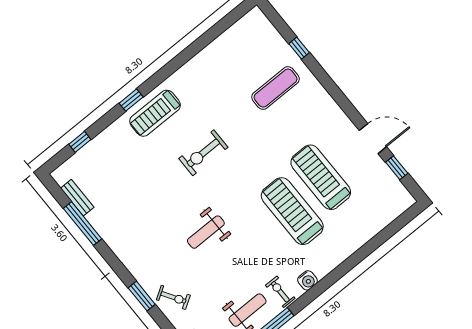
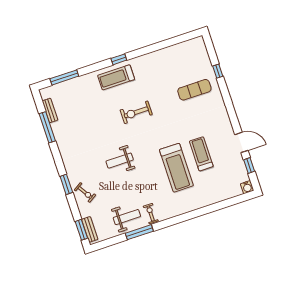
window: (131, 100) -> (119, 59), moved
window: (80, 142) -> (64, 77), width x2.17
treadmill: (321, 177) -> (201, 154), width x0.73, depth x0.73
treadmill: (292, 211) -> (176, 168), turned 180
water cooler: (307, 280) -> (247, 187), moved

